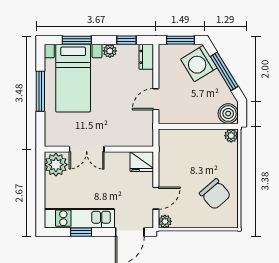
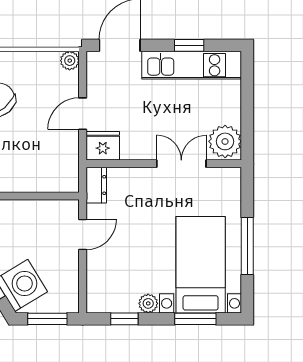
dresser: (146, 57) -> (96, 185), moved
door: (156, 198) -> (83, 114), moved

